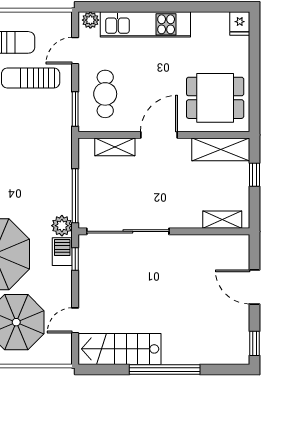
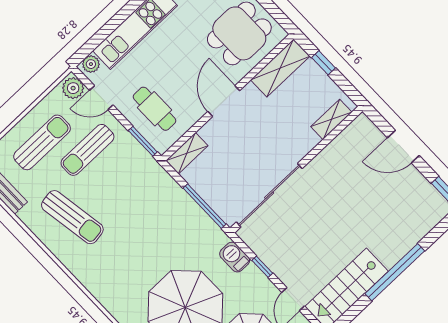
door: (75, 51) -> (101, 98), hinge flipped
shelving: (115, 147) -> (187, 153), moved
plant: (62, 226) -> (73, 88), moved
window: (75, 259) -> (262, 267), moved

